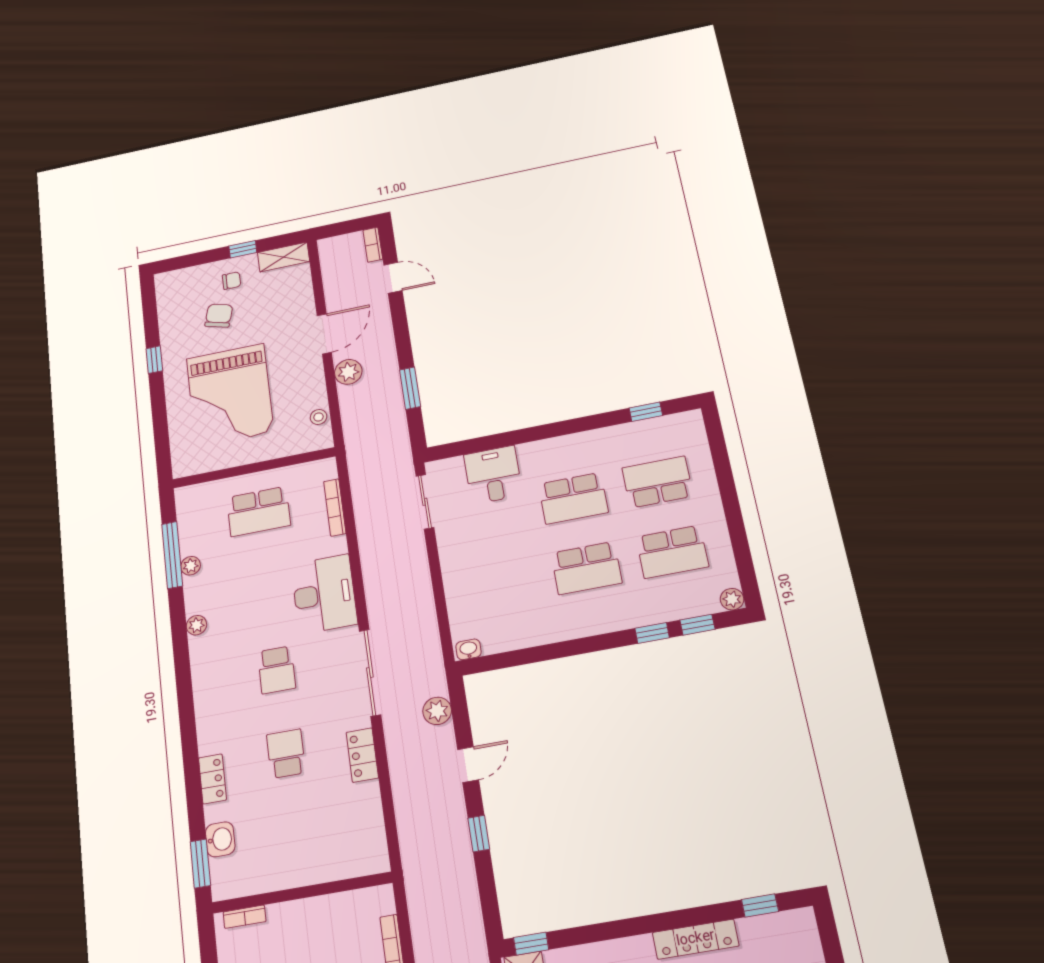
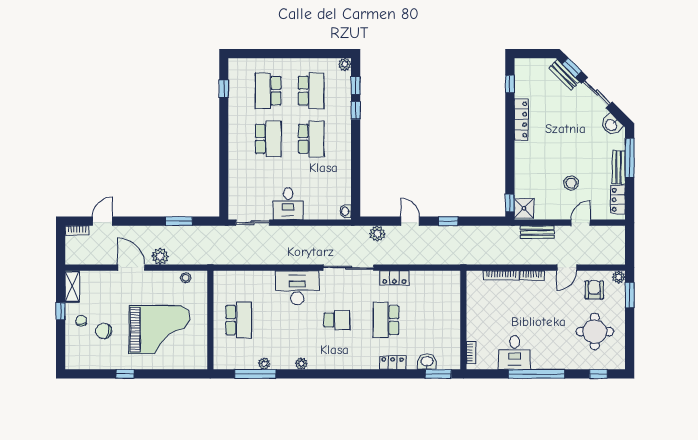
desk: (493, 475) -> (288, 204), moved, turned -90
bookcase: (335, 507) -> (245, 275), removed
school desk: (286, 754) -> (386, 320), width x1.85

